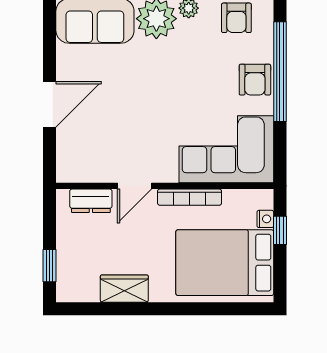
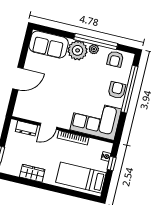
armchair: (255, 80) -> (117, 90), turned 180
bed: (225, 263) -> (81, 178), width x0.67

